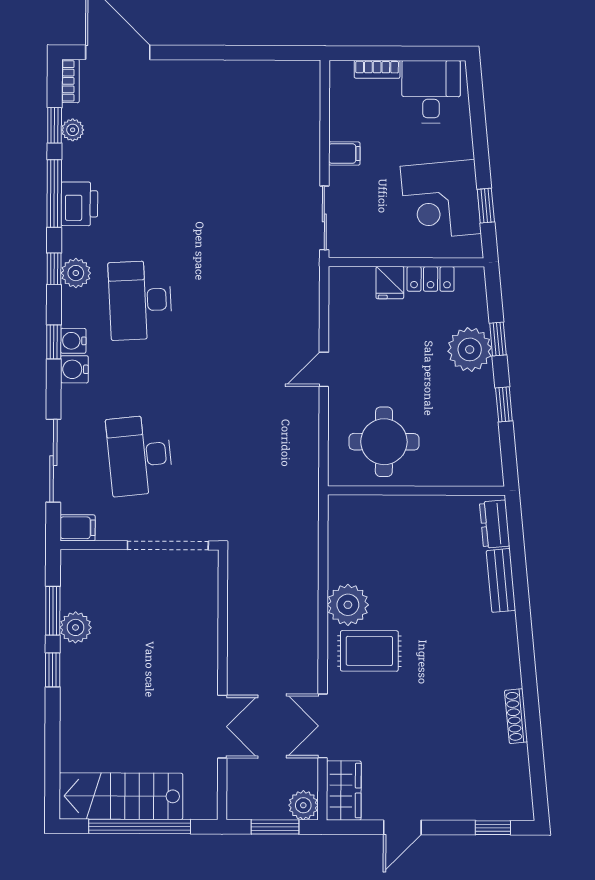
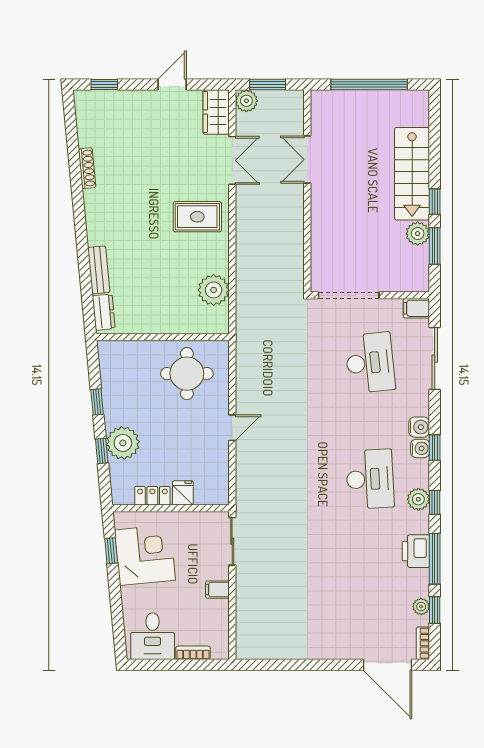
plant: (348, 605) -> (214, 290), moved
stairs: (121, 796) -> (412, 174), moved, turned 90

